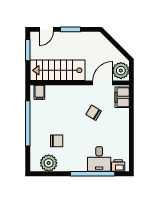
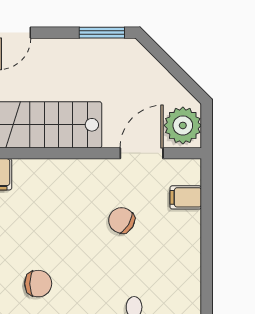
window: (70, 29) -> (102, 33), moved
filing cabinet: (122, 97) -> (186, 197), width x0.50

